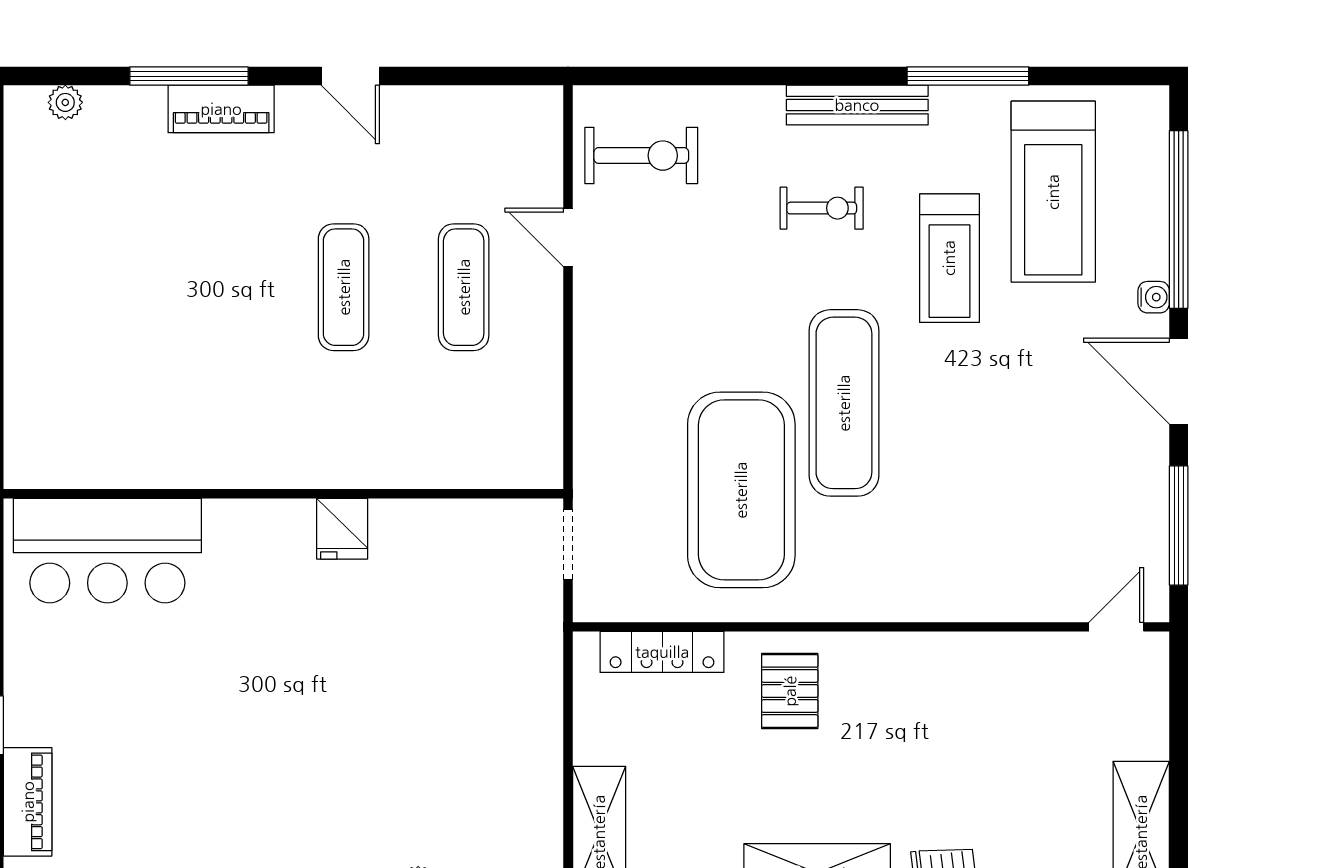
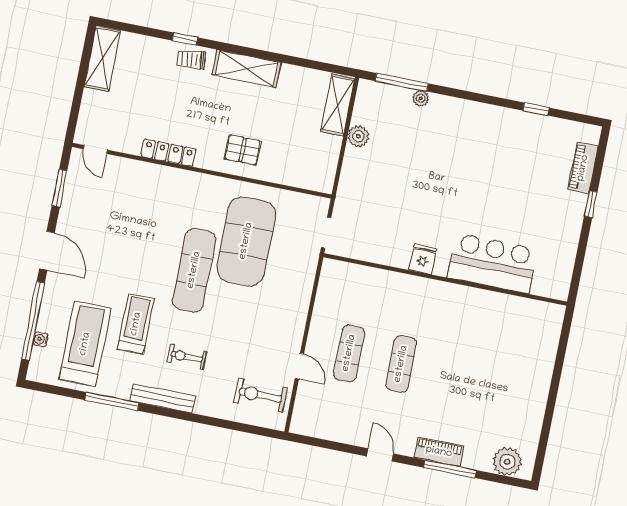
plant: (65, 102) -> (507, 462), width x1.88, depth x1.88
water cooler: (1154, 297) -> (41, 339), moved
window: (1179, 525) -> (60, 188), width x0.69
bar counter: (107, 551) -> (492, 263), moved
door: (1116, 627) -> (95, 149), hinge flipped
locker: (662, 652) -> (168, 153), moved
pallet: (790, 691) -> (243, 150), turned 90
plant: (539, 773) -> (358, 136), added

